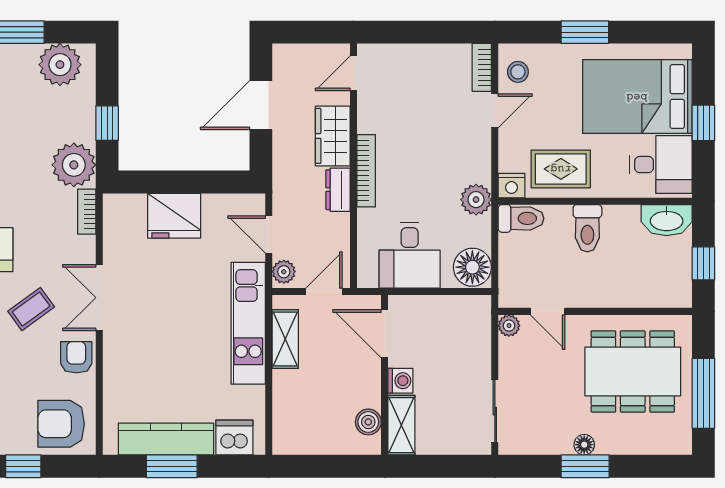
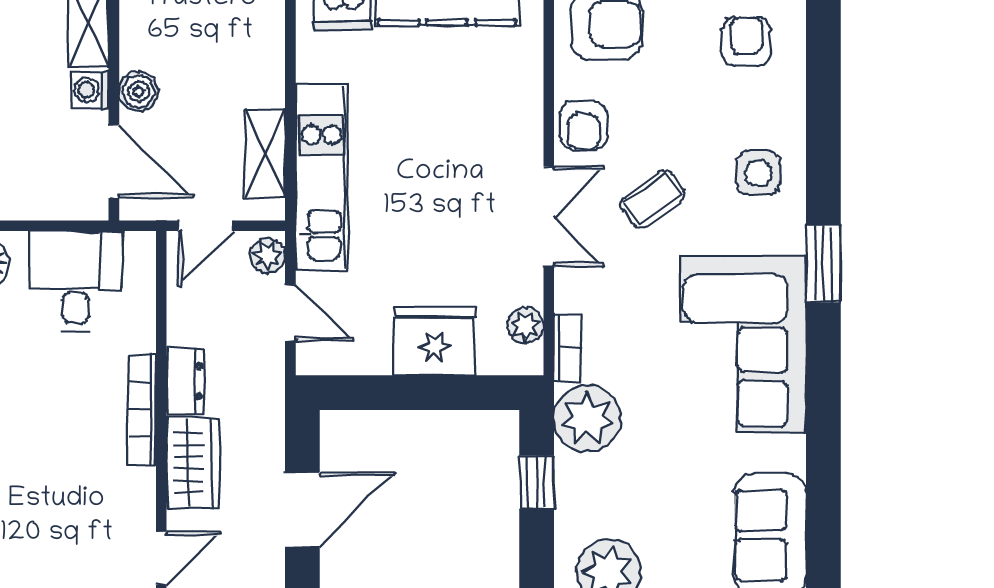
plant: (114, 226) -> (525, 326), added
boiler: (368, 422) -> (139, 92), moved

